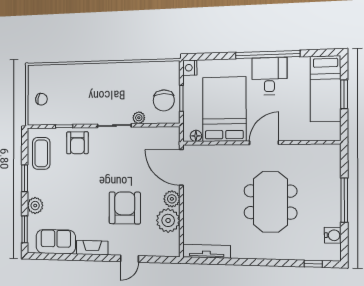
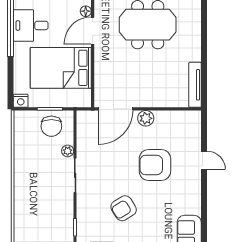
chair: (164, 100) -> (51, 126), turned 90
floor lamp: (196, 136) -> (86, 11), moved
armchair: (77, 143) -> (124, 208), moved, turned 148
door: (264, 143) -> (93, 31), hinge flipped
plant: (168, 220) -> (166, 122), removed
fireplace: (92, 248) -> (194, 198), removed

